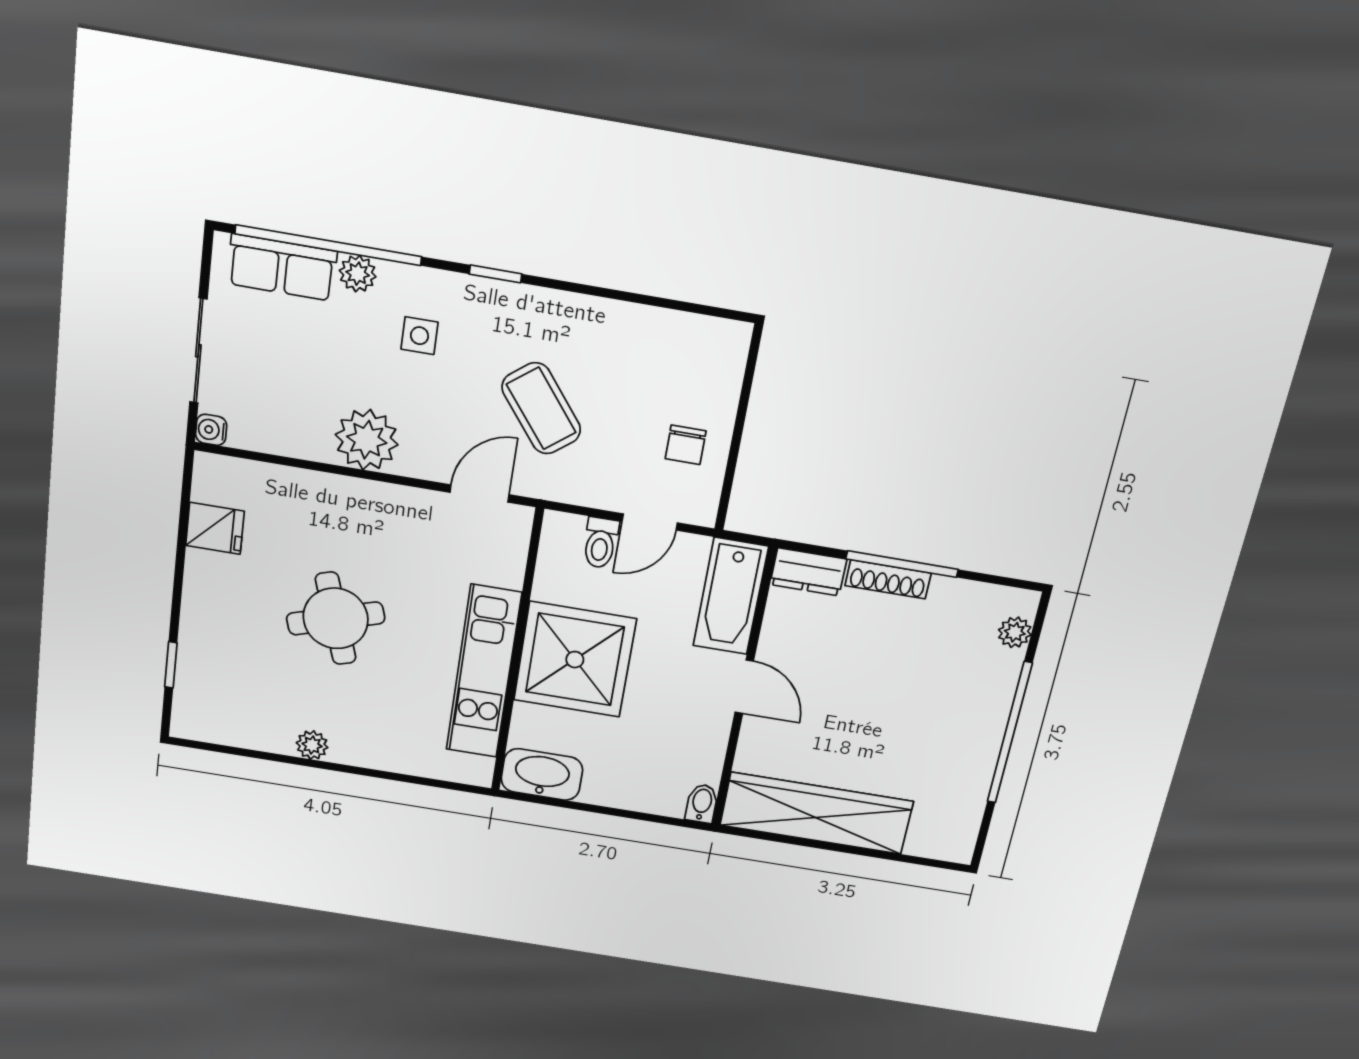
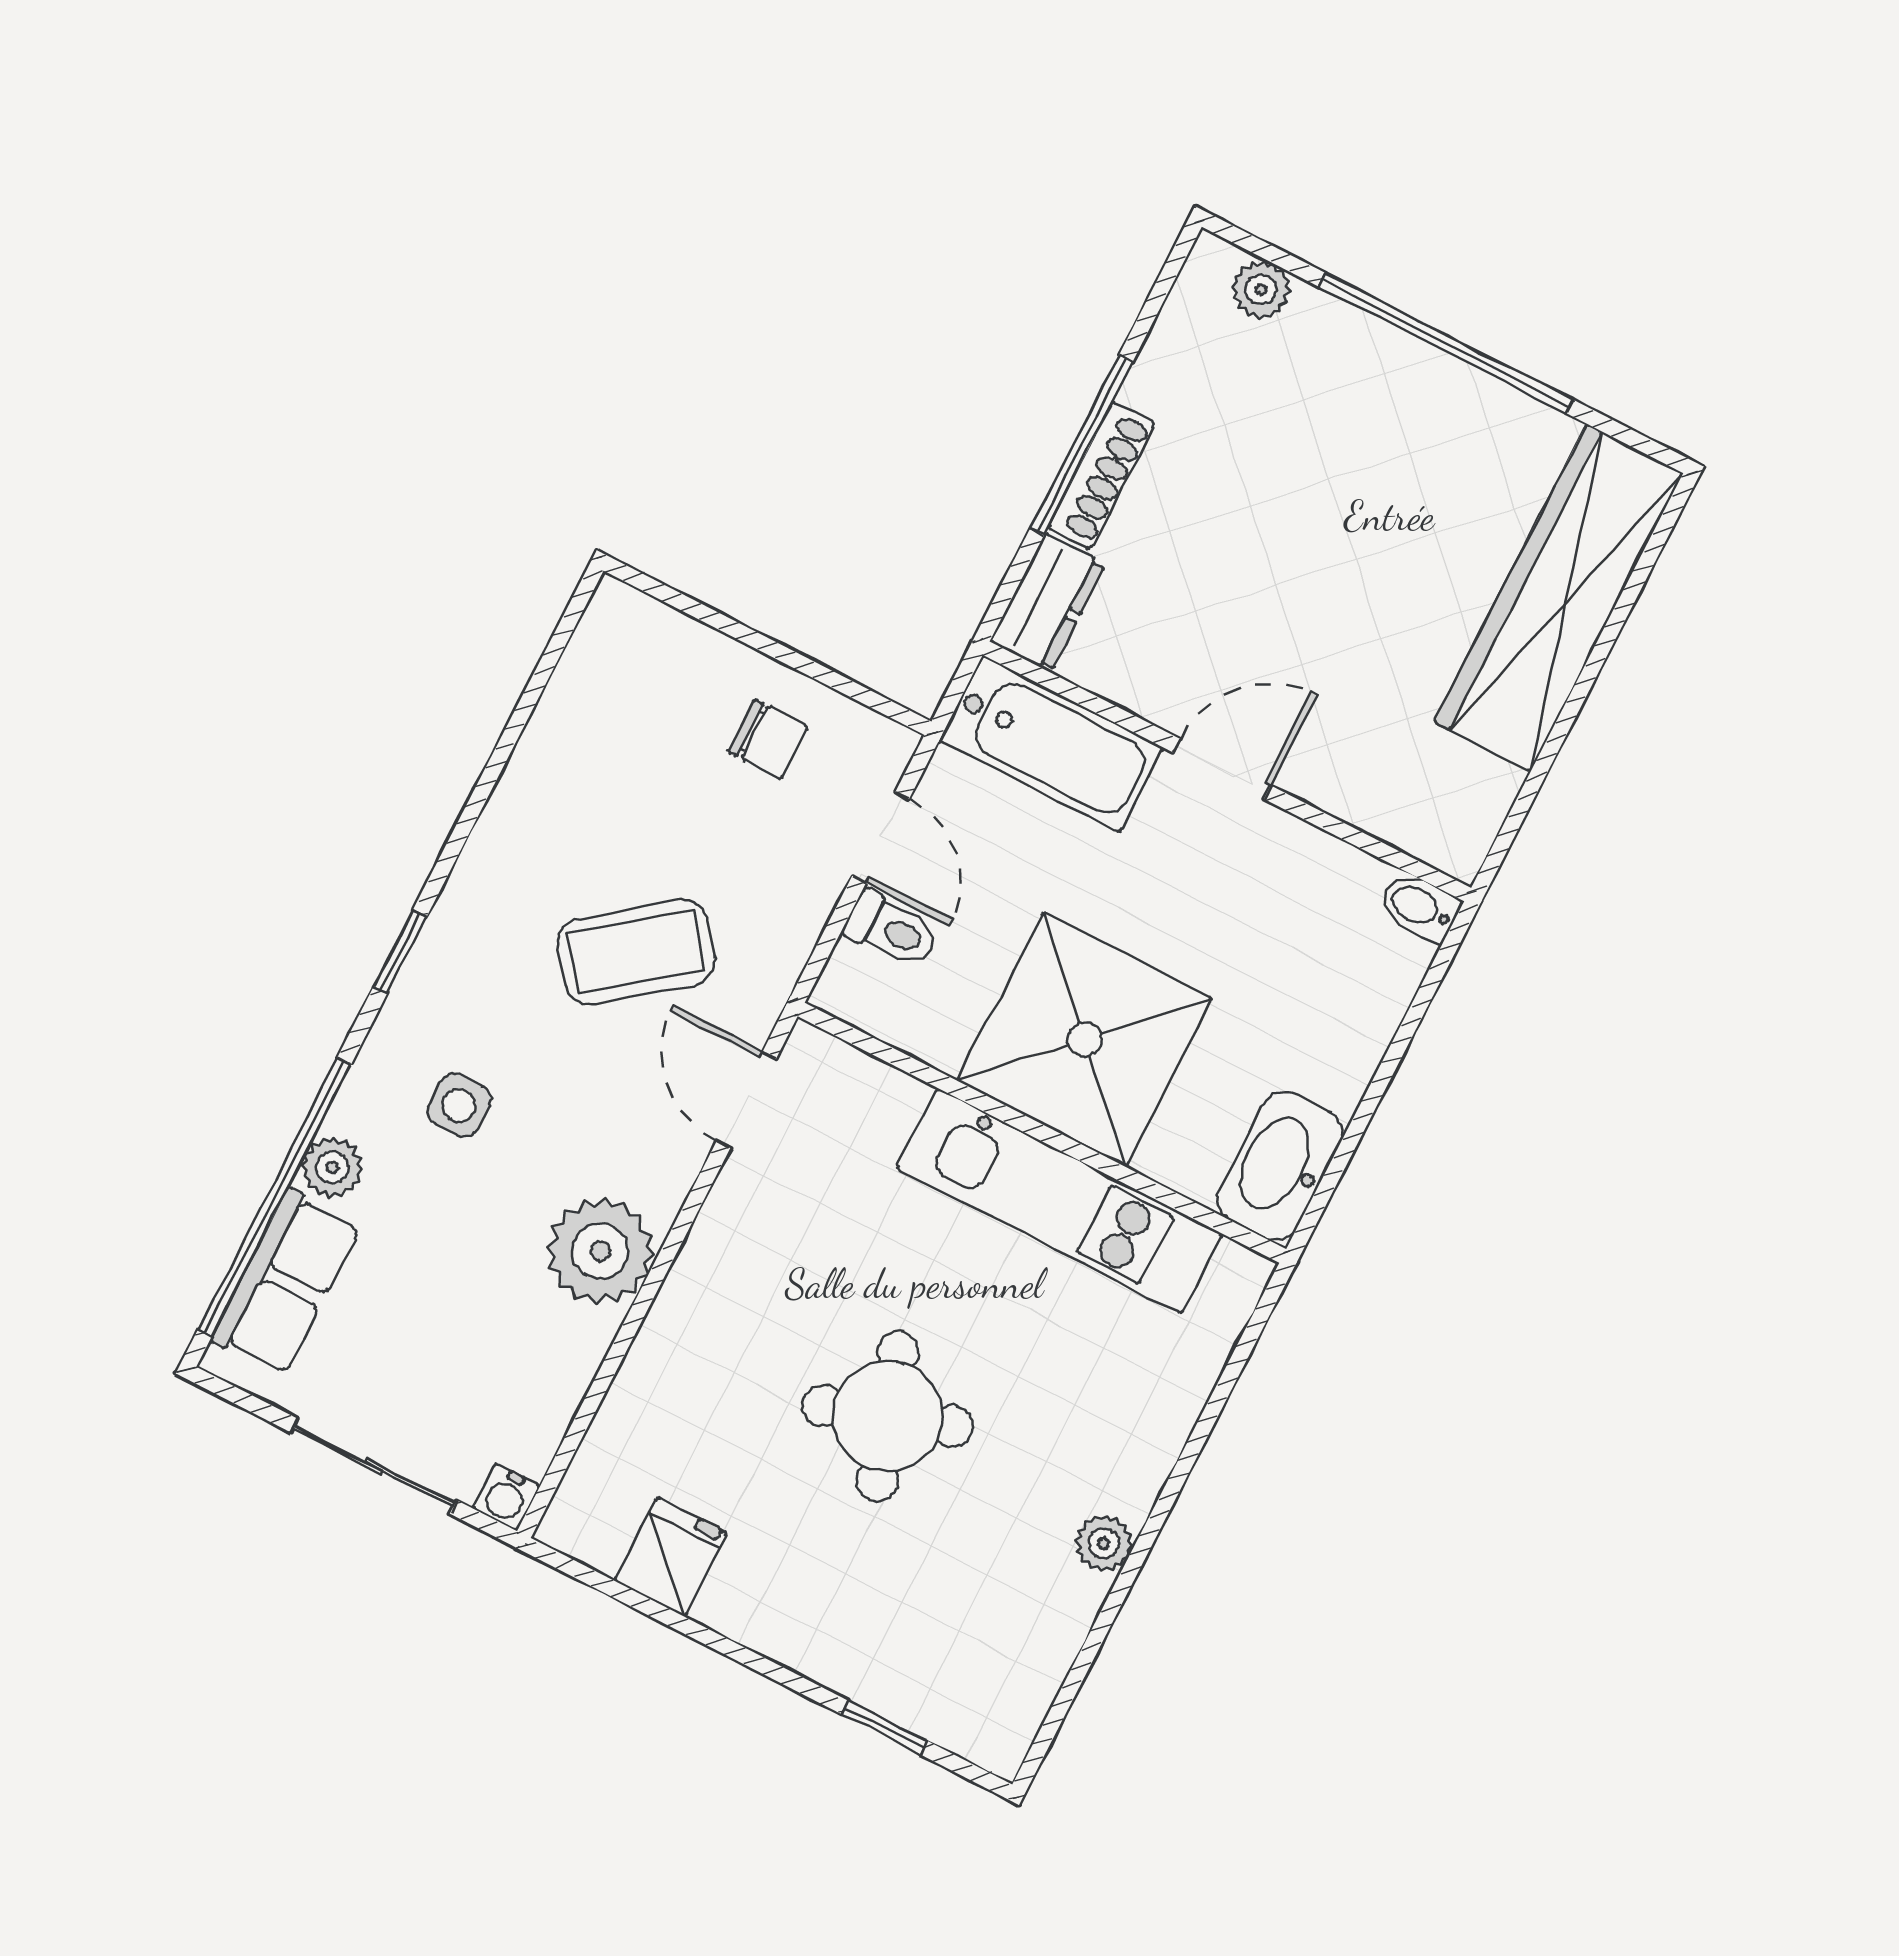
wardrobe: (816, 813) -> (1559, 598), moved

